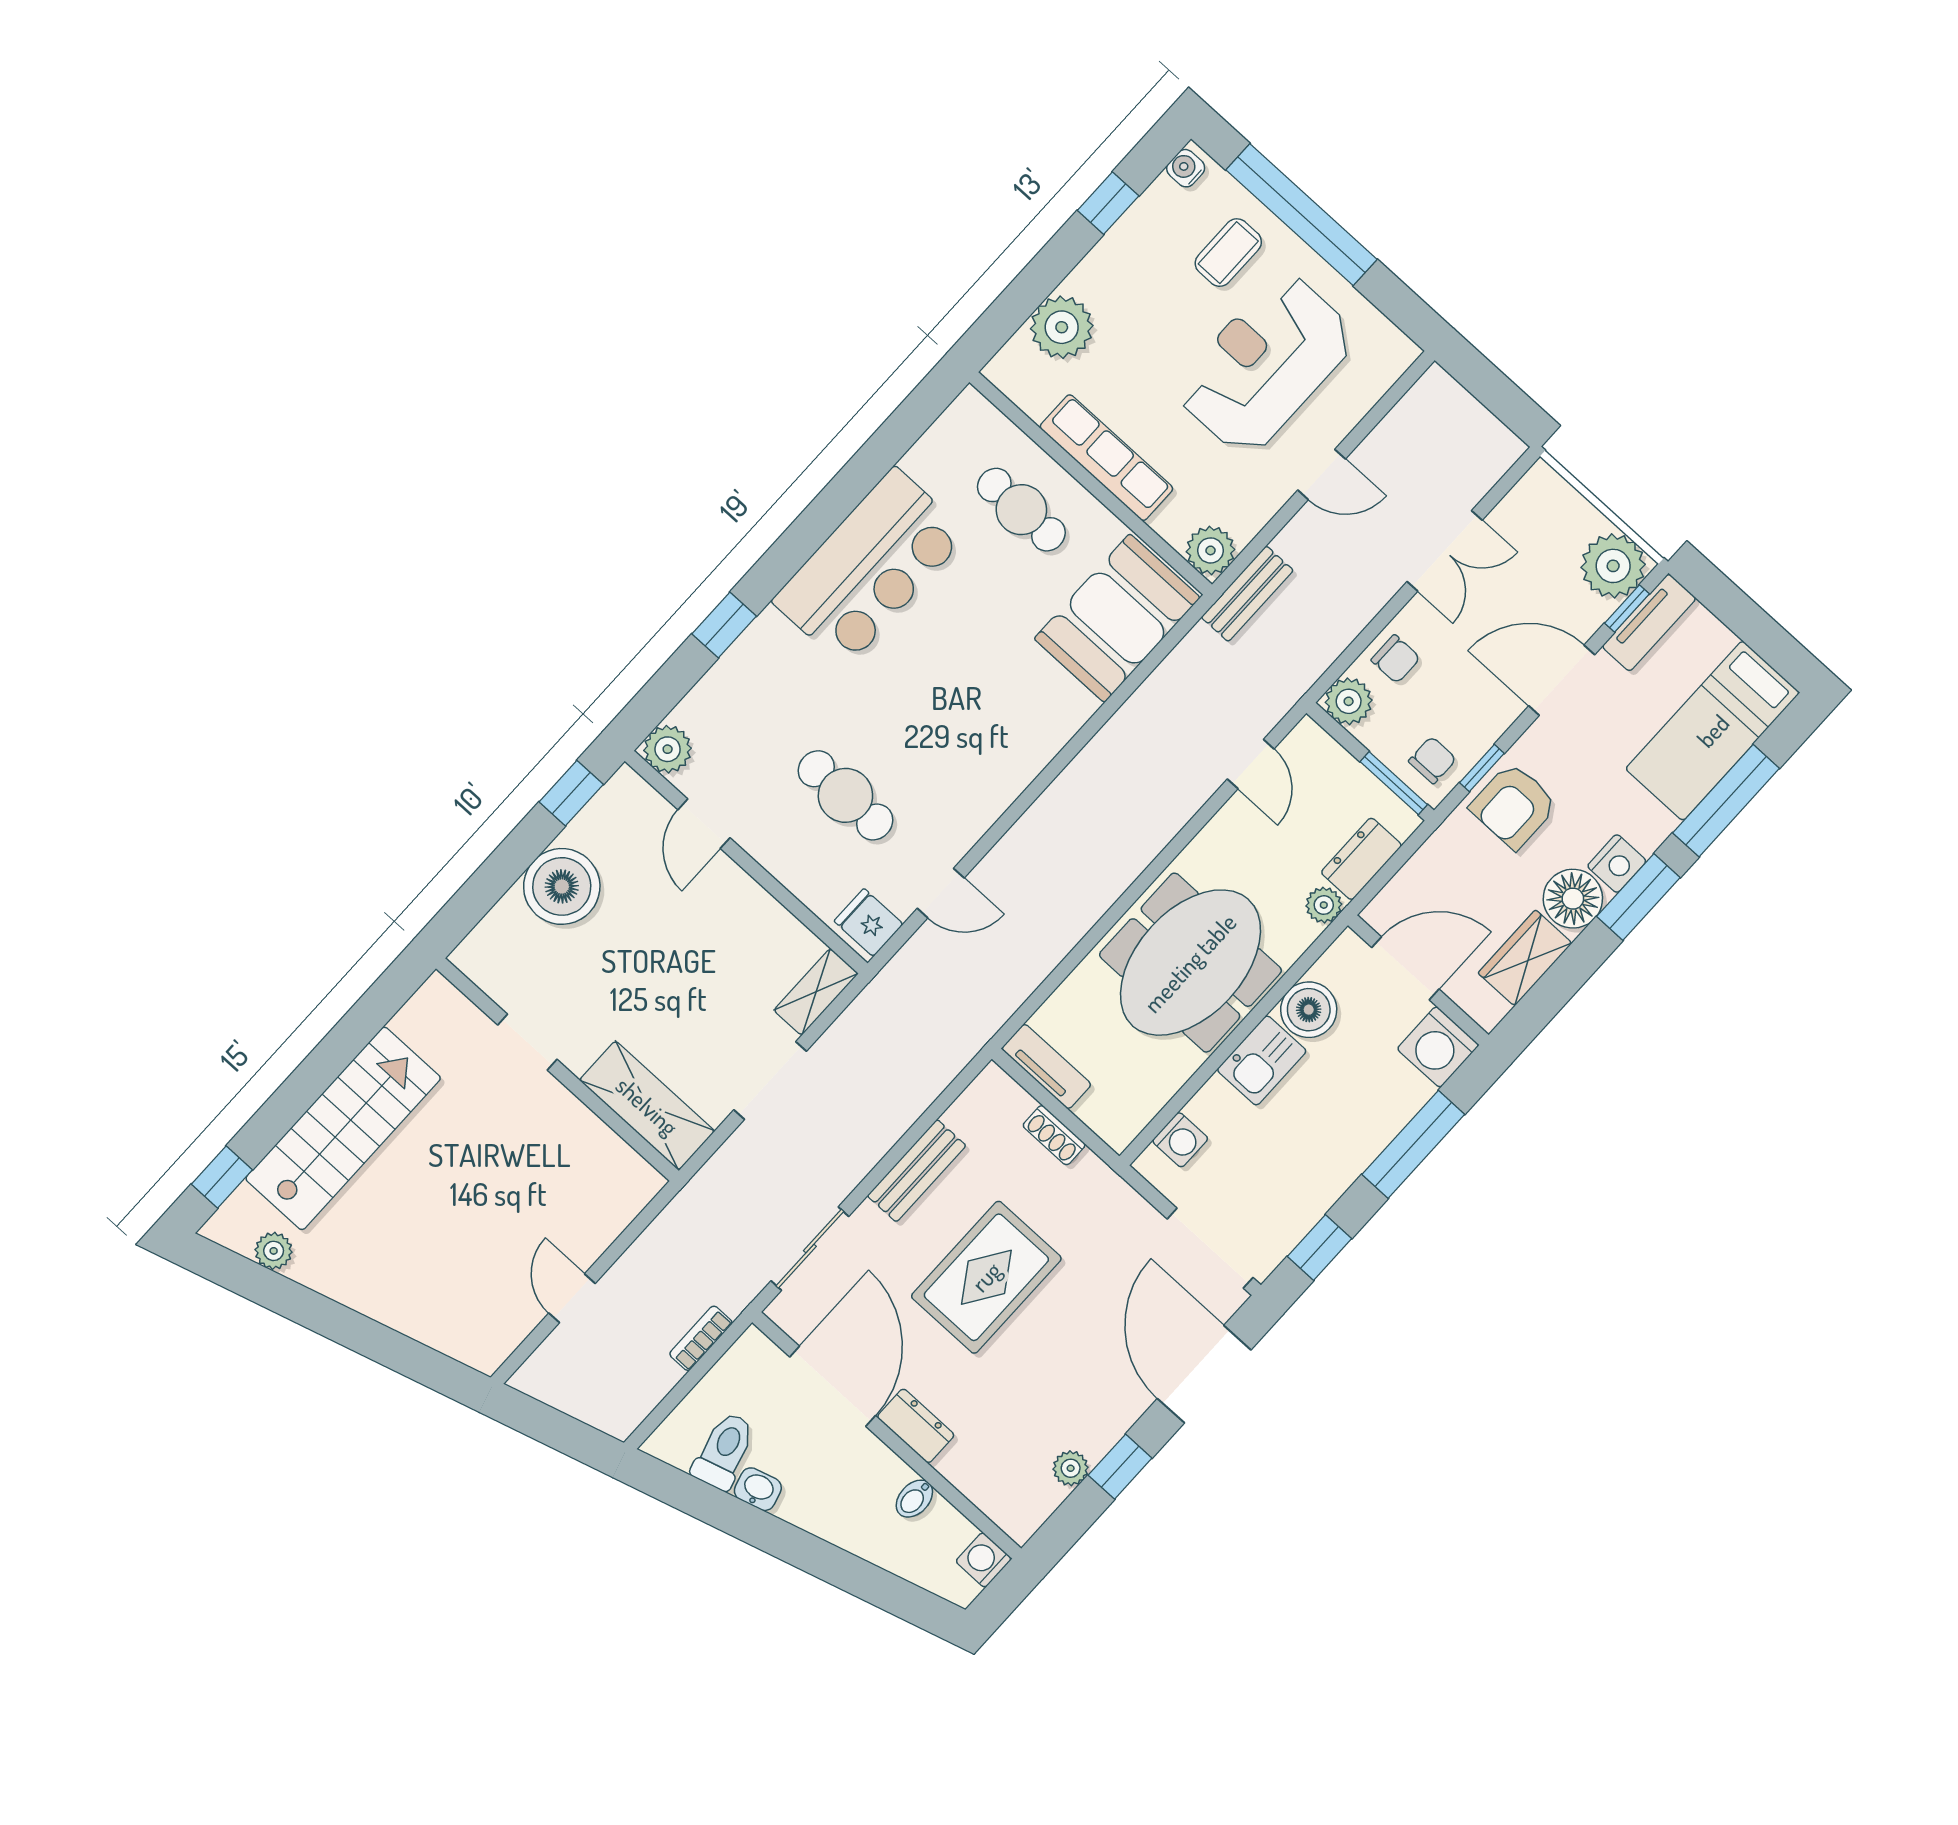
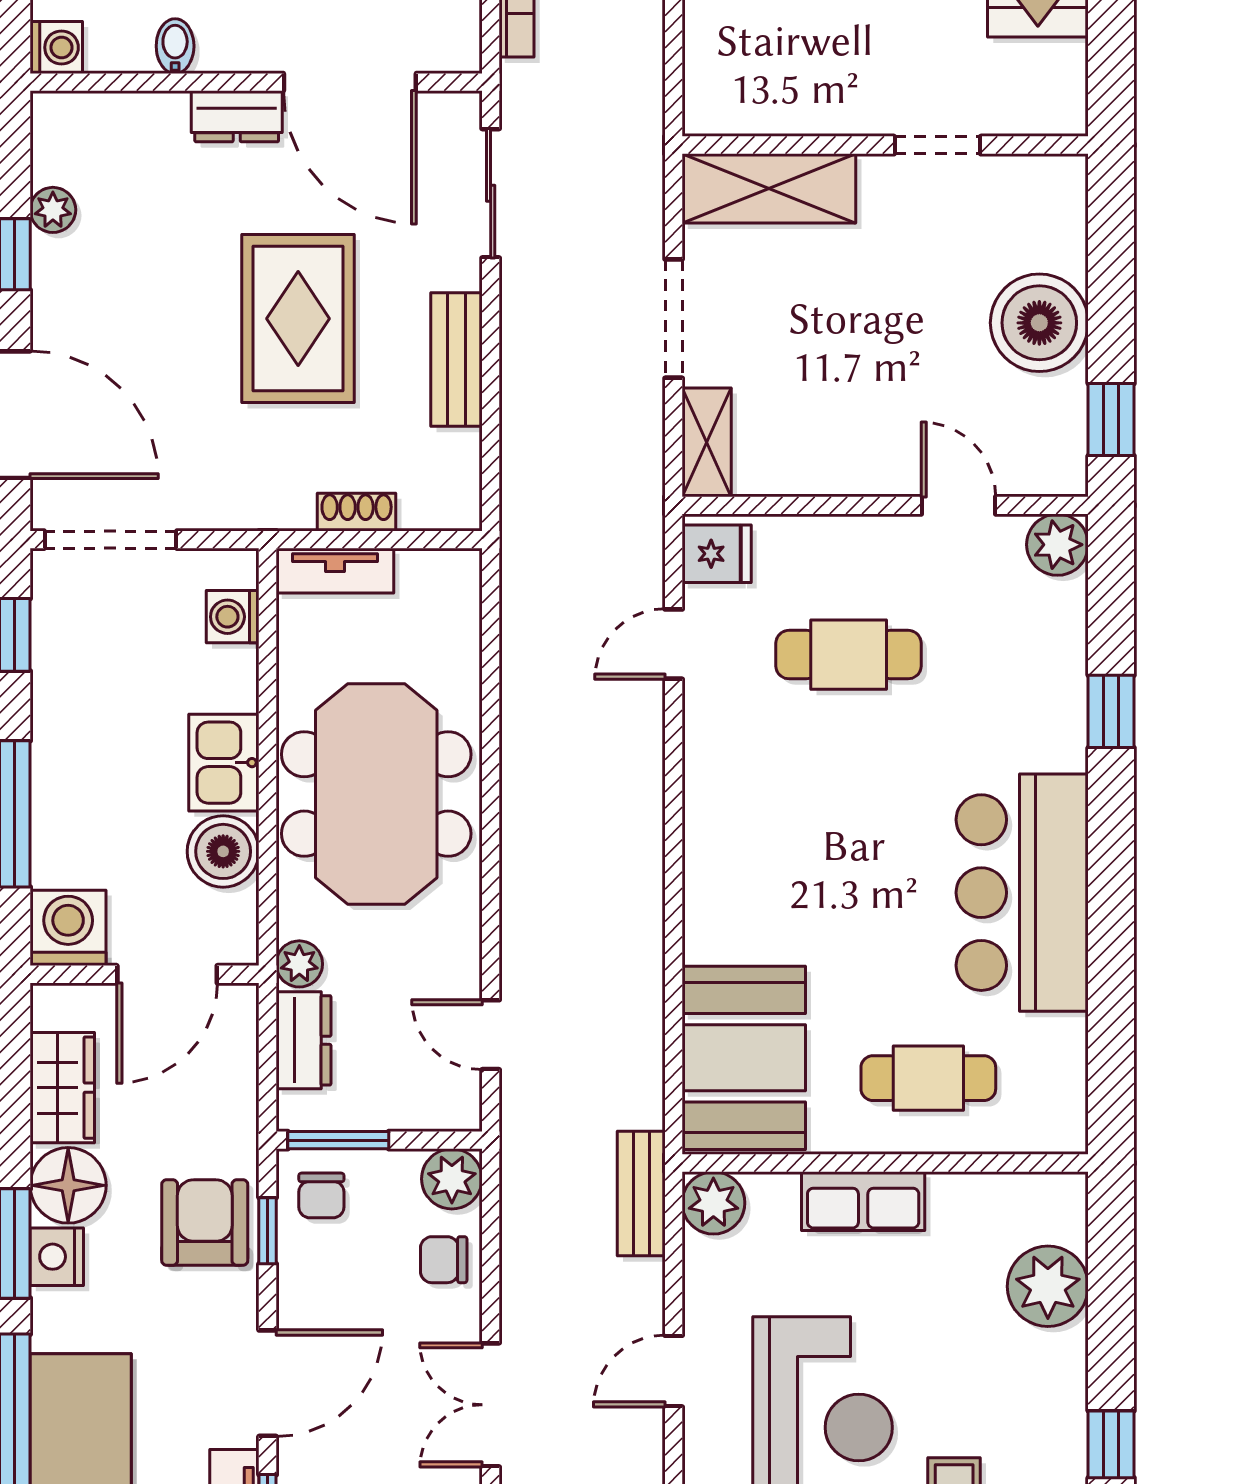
row of seats: (1106, 458) -> (863, 1201), width x0.68
tv unit: (1046, 1066) -> (335, 571), moved

